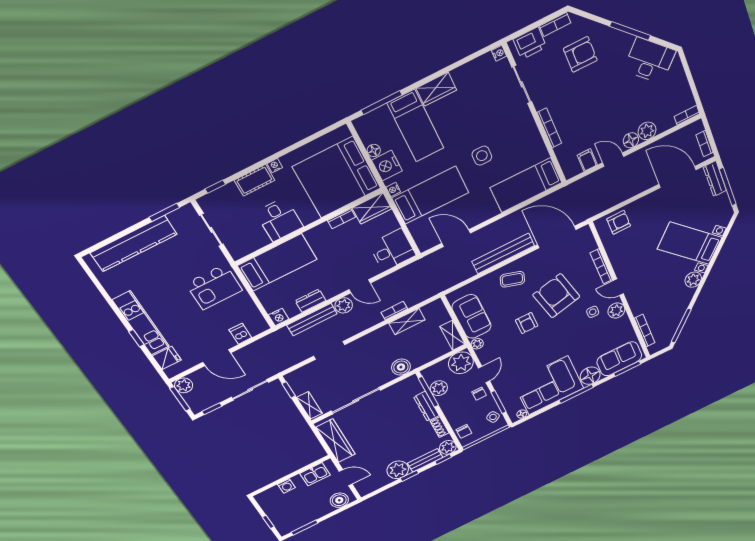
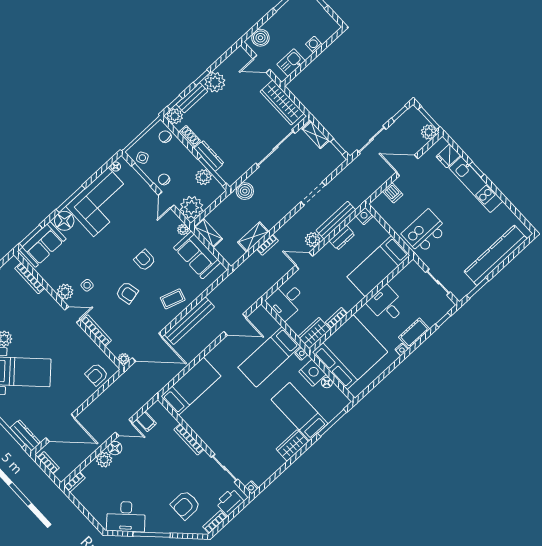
side table: (482, 156) -> (237, 402), removed
plant: (585, 232) -> (124, 359), added
armchair: (556, 296) -> (127, 293), width x0.53, depth x0.53

